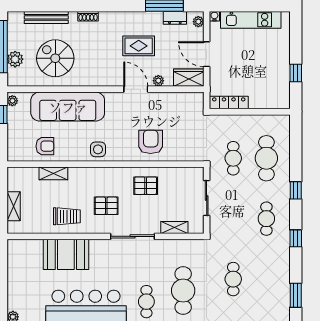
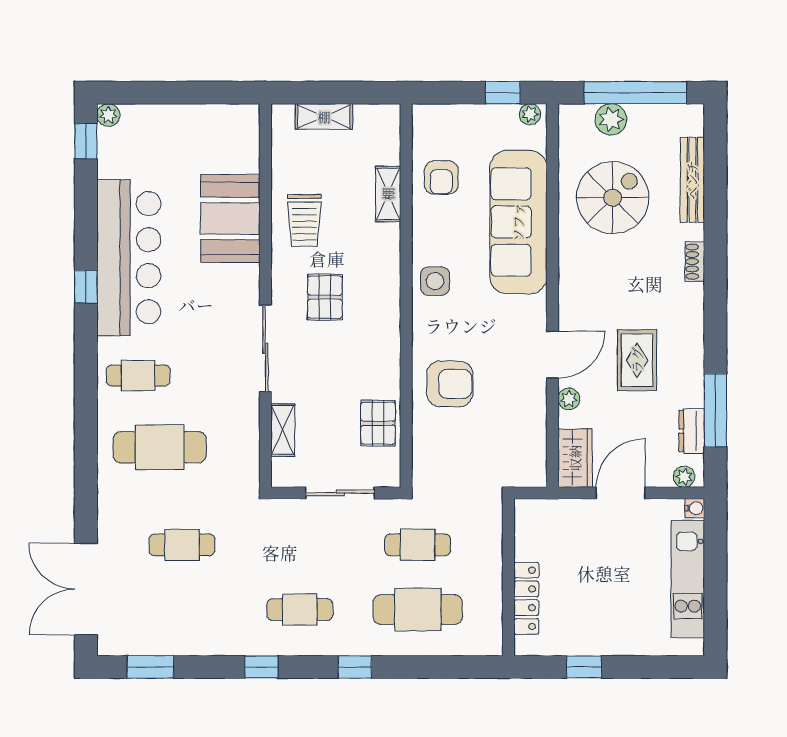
locker: (229, 103) -> (526, 598), moved
pallet: (146, 186) -> (378, 423), moved

